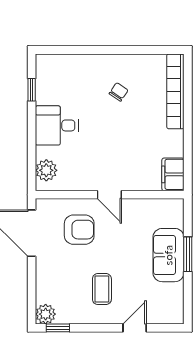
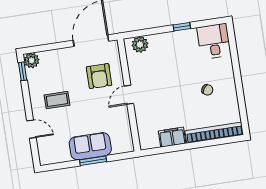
window: (32, 90) -> (182, 27), moved
desk: (57, 125) -> (214, 41), moved
filing cabinet: (173, 174) -> (172, 137), moved

